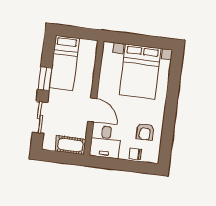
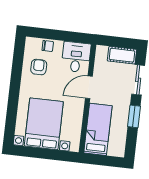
bed: (64, 63) -> (98, 129), moved
door: (92, 110) -> (89, 87), hinge flipped
cot: (70, 145) -> (122, 55), moved

